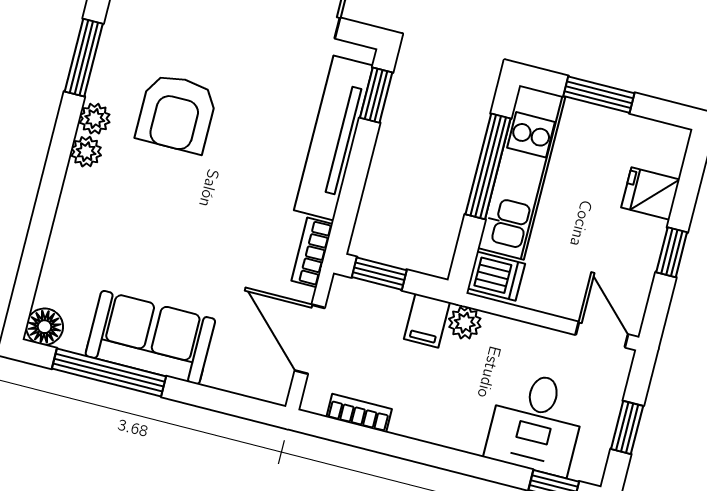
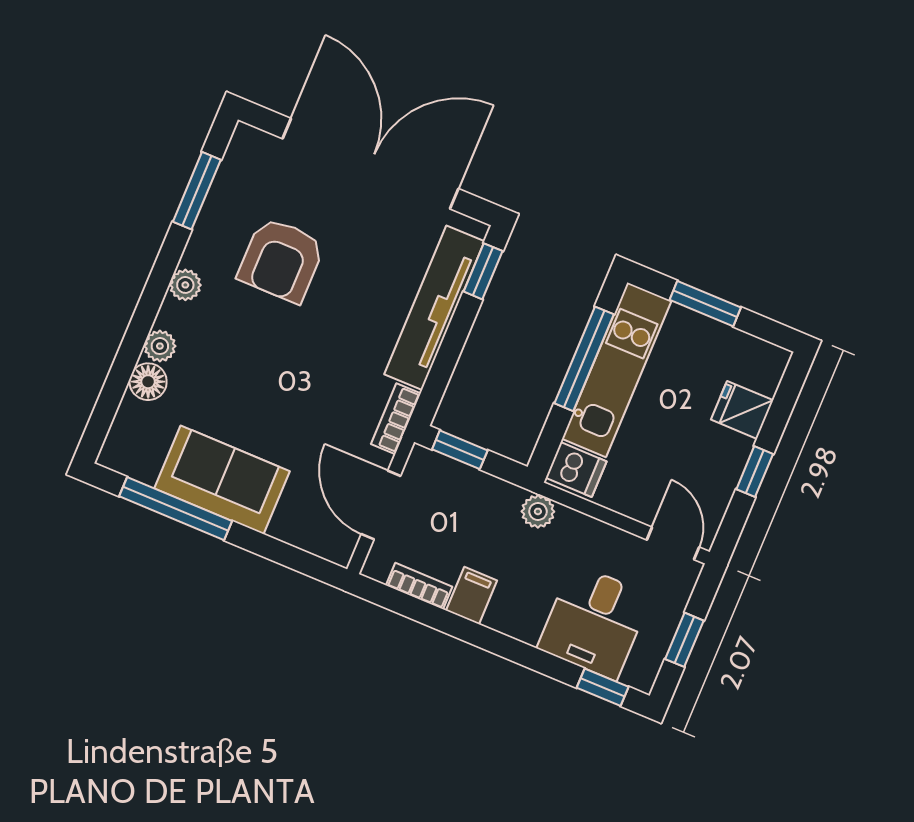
plant: (95, 119) -> (160, 346), moved
filing cabinet: (427, 321) -> (472, 596), moved, turned 180
floor lamp: (45, 327) -> (148, 382), moved

